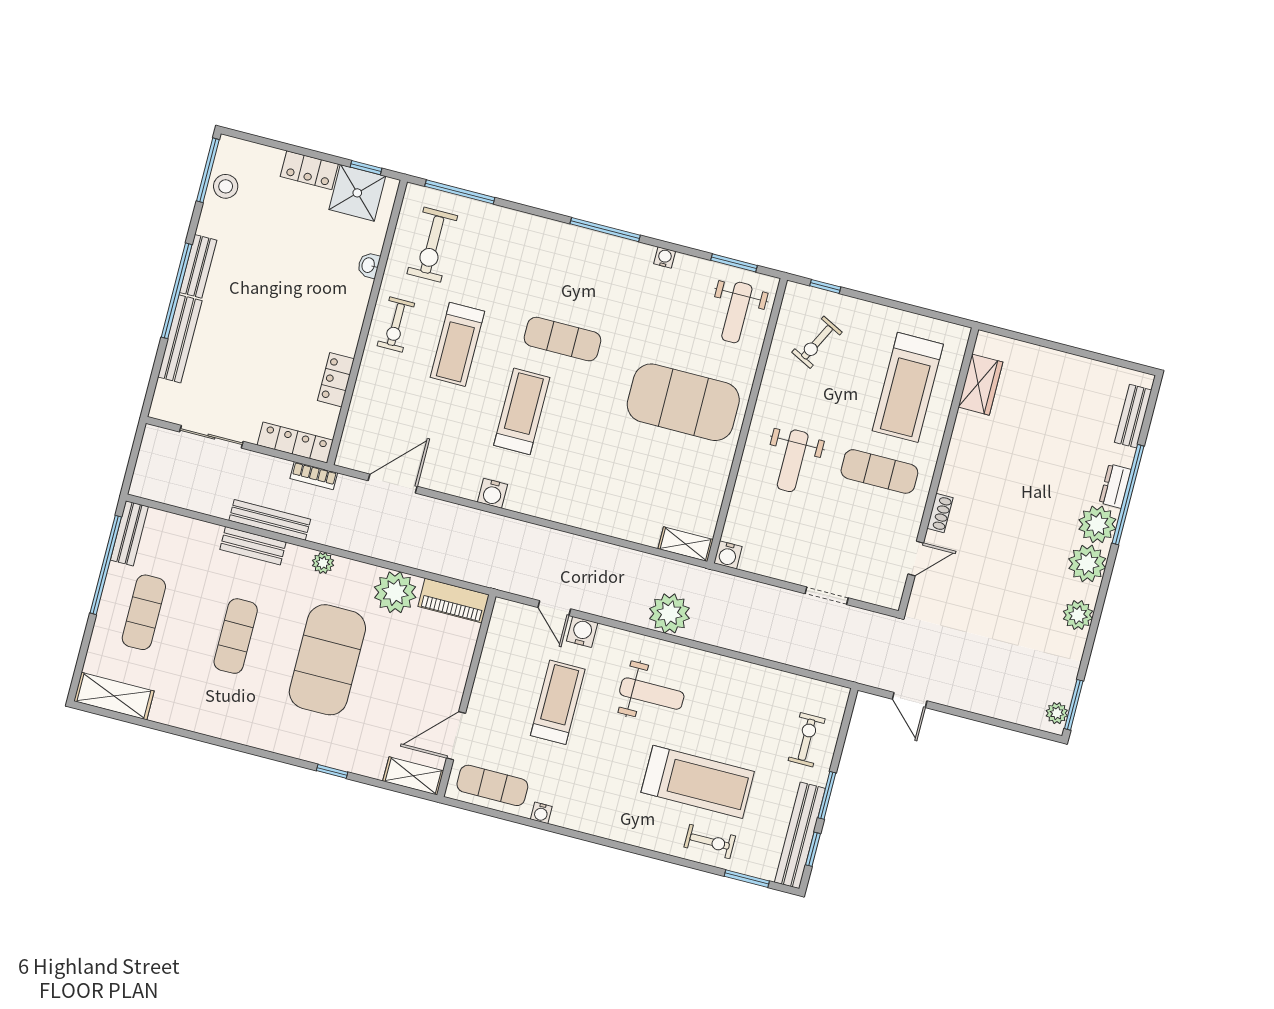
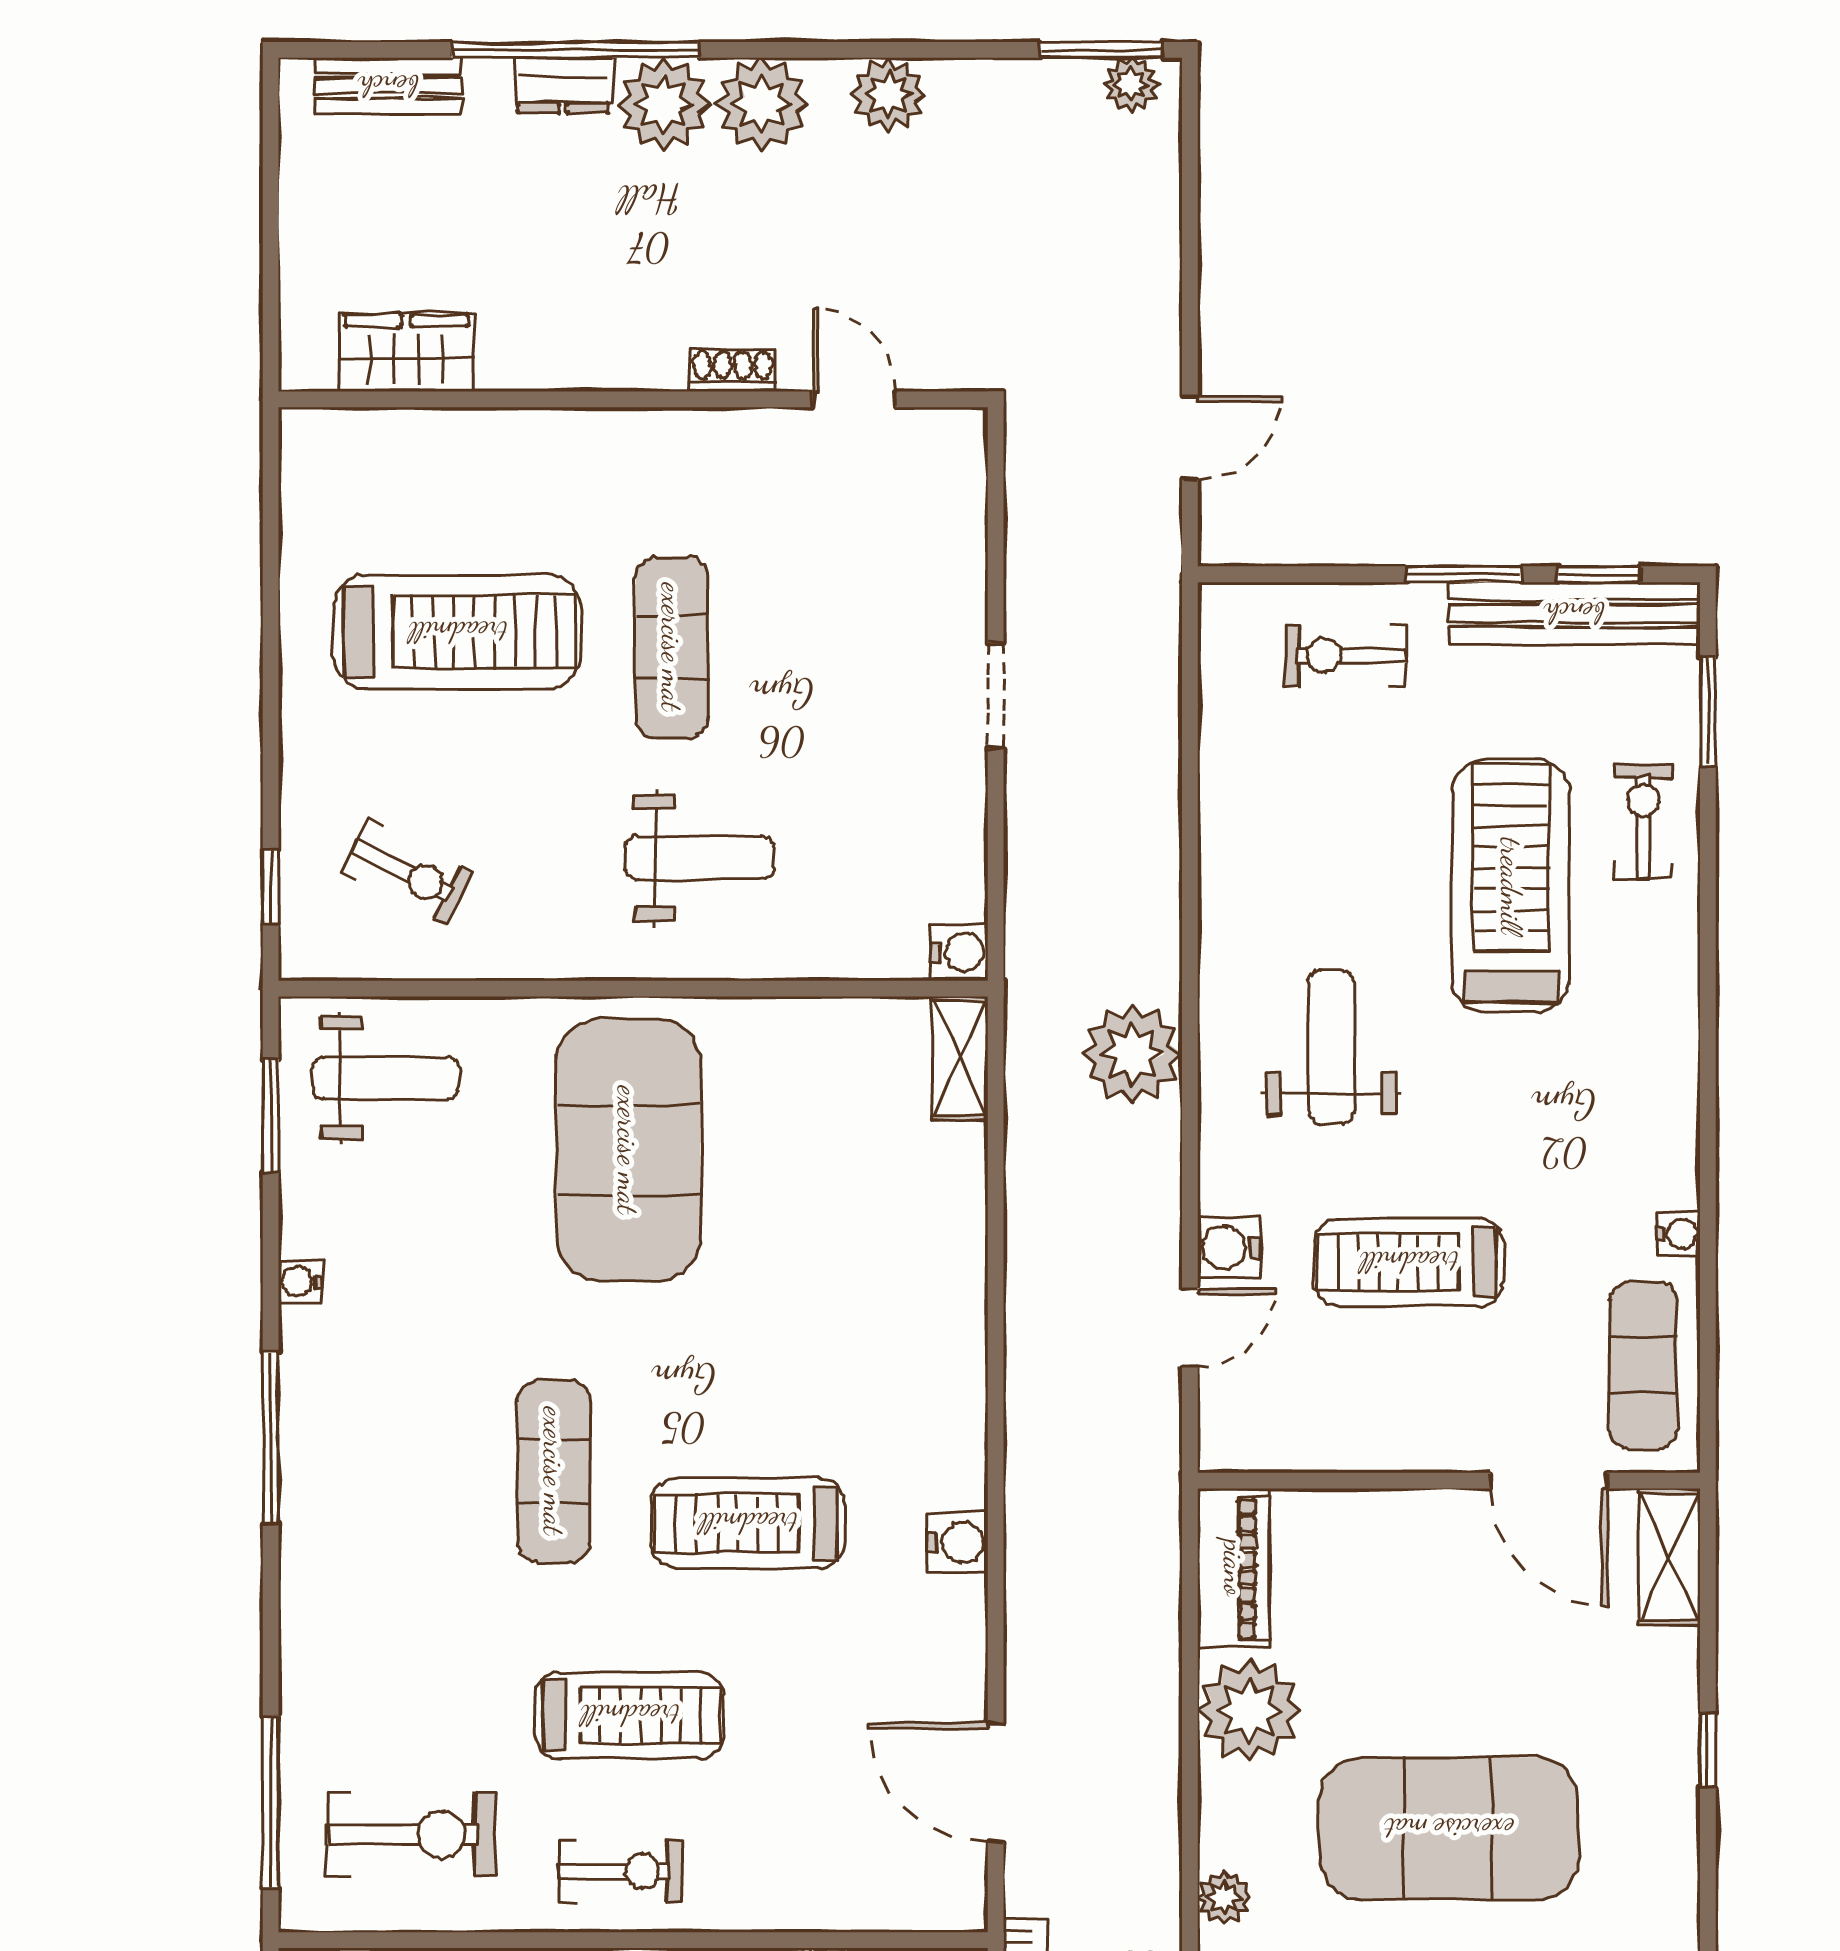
wardrobe: (981, 385) -> (407, 353), moved
wall: (939, 470) -> (633, 399), moved
shoe rack: (940, 513) -> (733, 370), moved
door: (916, 559) -> (854, 399), moved

